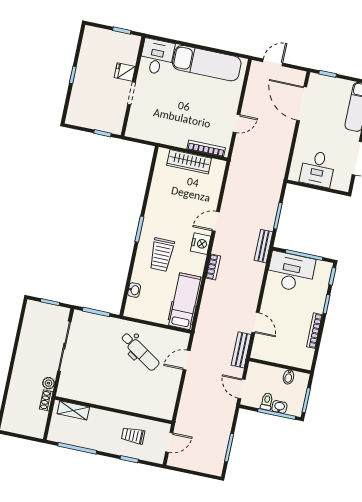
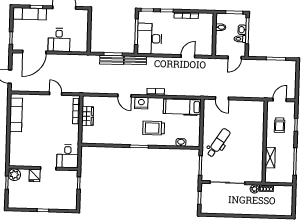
plant: (131, 43) -> (14, 175), added
desk: (157, 57) -> (68, 156), moved, turned -90
exam couch: (207, 63) -> (16, 115), width x0.73, depth x0.69
wardrobe: (189, 162) -> (88, 116), width x0.67
desk: (318, 169) -> (59, 40), moved, turned 90
trolley: (162, 255) -> (154, 128), turned 180
bench: (241, 350) -> (112, 60), moved
dental chair: (140, 351) -> (218, 143), moved
shelving: (73, 410) -> (270, 158), moved
door: (169, 442) -> (280, 100), hinge flipped

